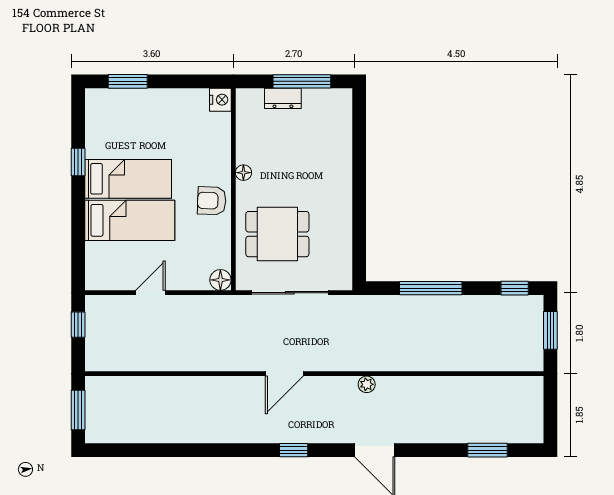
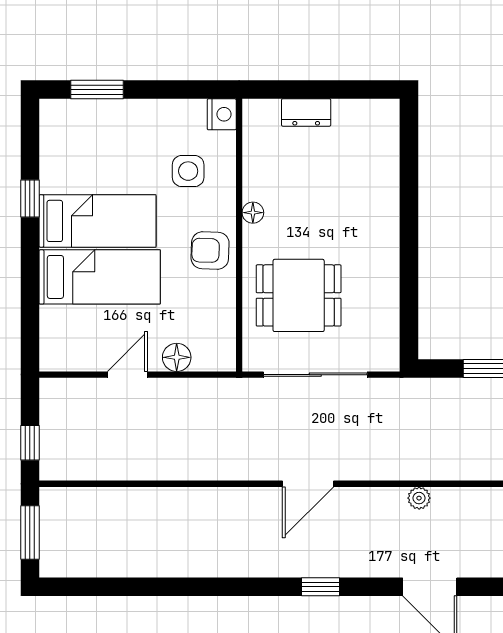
window: (302, 81) -> (332, 90), removed
side table: (195, 142) -> (188, 171), added
floor lamp: (220, 280) -> (177, 357), moved
window: (78, 325) -> (30, 443), moved

